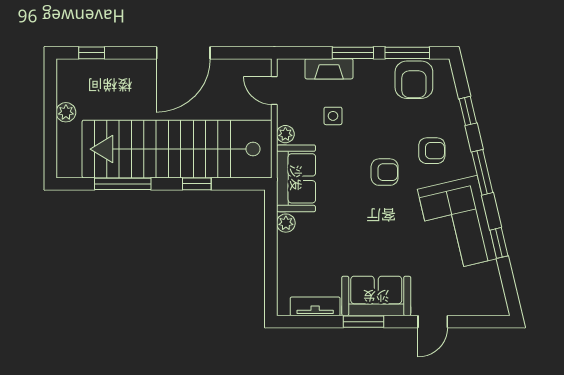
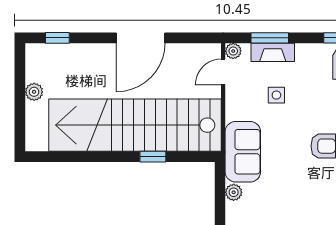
window: (353, 53) -> (270, 38), moved
door: (274, 90) -> (223, 72), hinge flipped
plant: (285, 134) -> (233, 51), moved
window: (123, 184) -> (86, 157), removed

